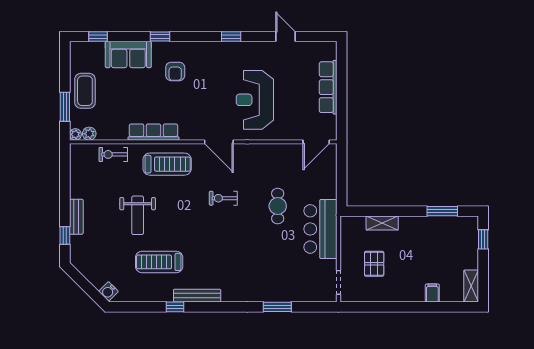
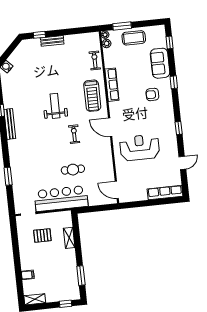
row of seats: (328, 87) -> (165, 193), moved
door: (219, 142) -> (110, 127), hinge flipped
weight bench: (138, 215) -> (55, 106), moved, turned 90
bar counter: (320, 229) -> (61, 199), width x1.36
treadmill: (159, 262) -> (29, 97), removed

